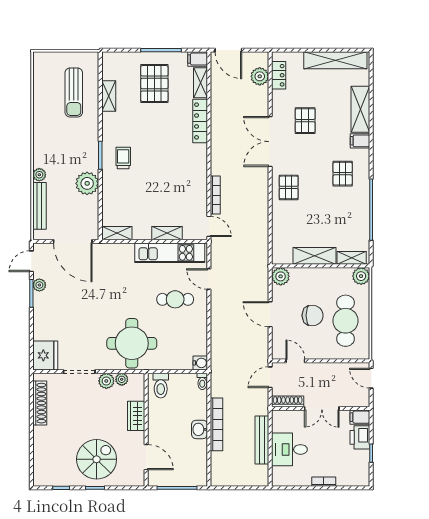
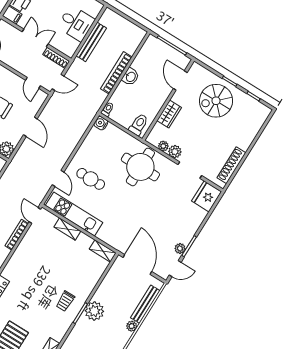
plant: (87, 183) -> (94, 311), moved

